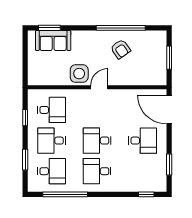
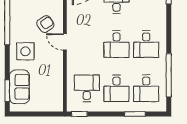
armchair: (120, 49) -> (45, 24), moved
side table: (79, 74) -> (25, 51), moved
window: (25, 118) -> (79, 114), moved
desk: (52, 171) -> (146, 88), turned 180

